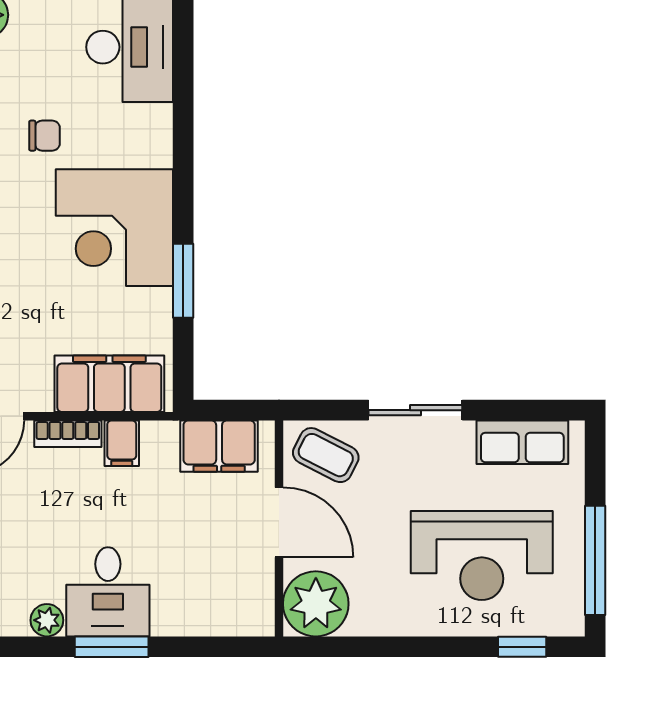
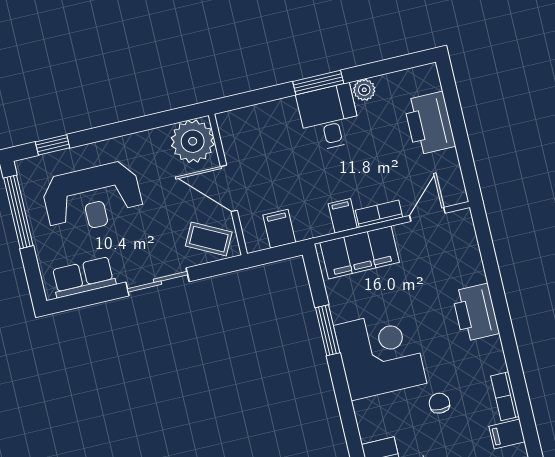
chair: (44, 136) -> (439, 403), turned 90
filing cabinet: (219, 446) -> (279, 229), width x0.50
reception desk: (482, 555) -> (93, 198), turned 180

